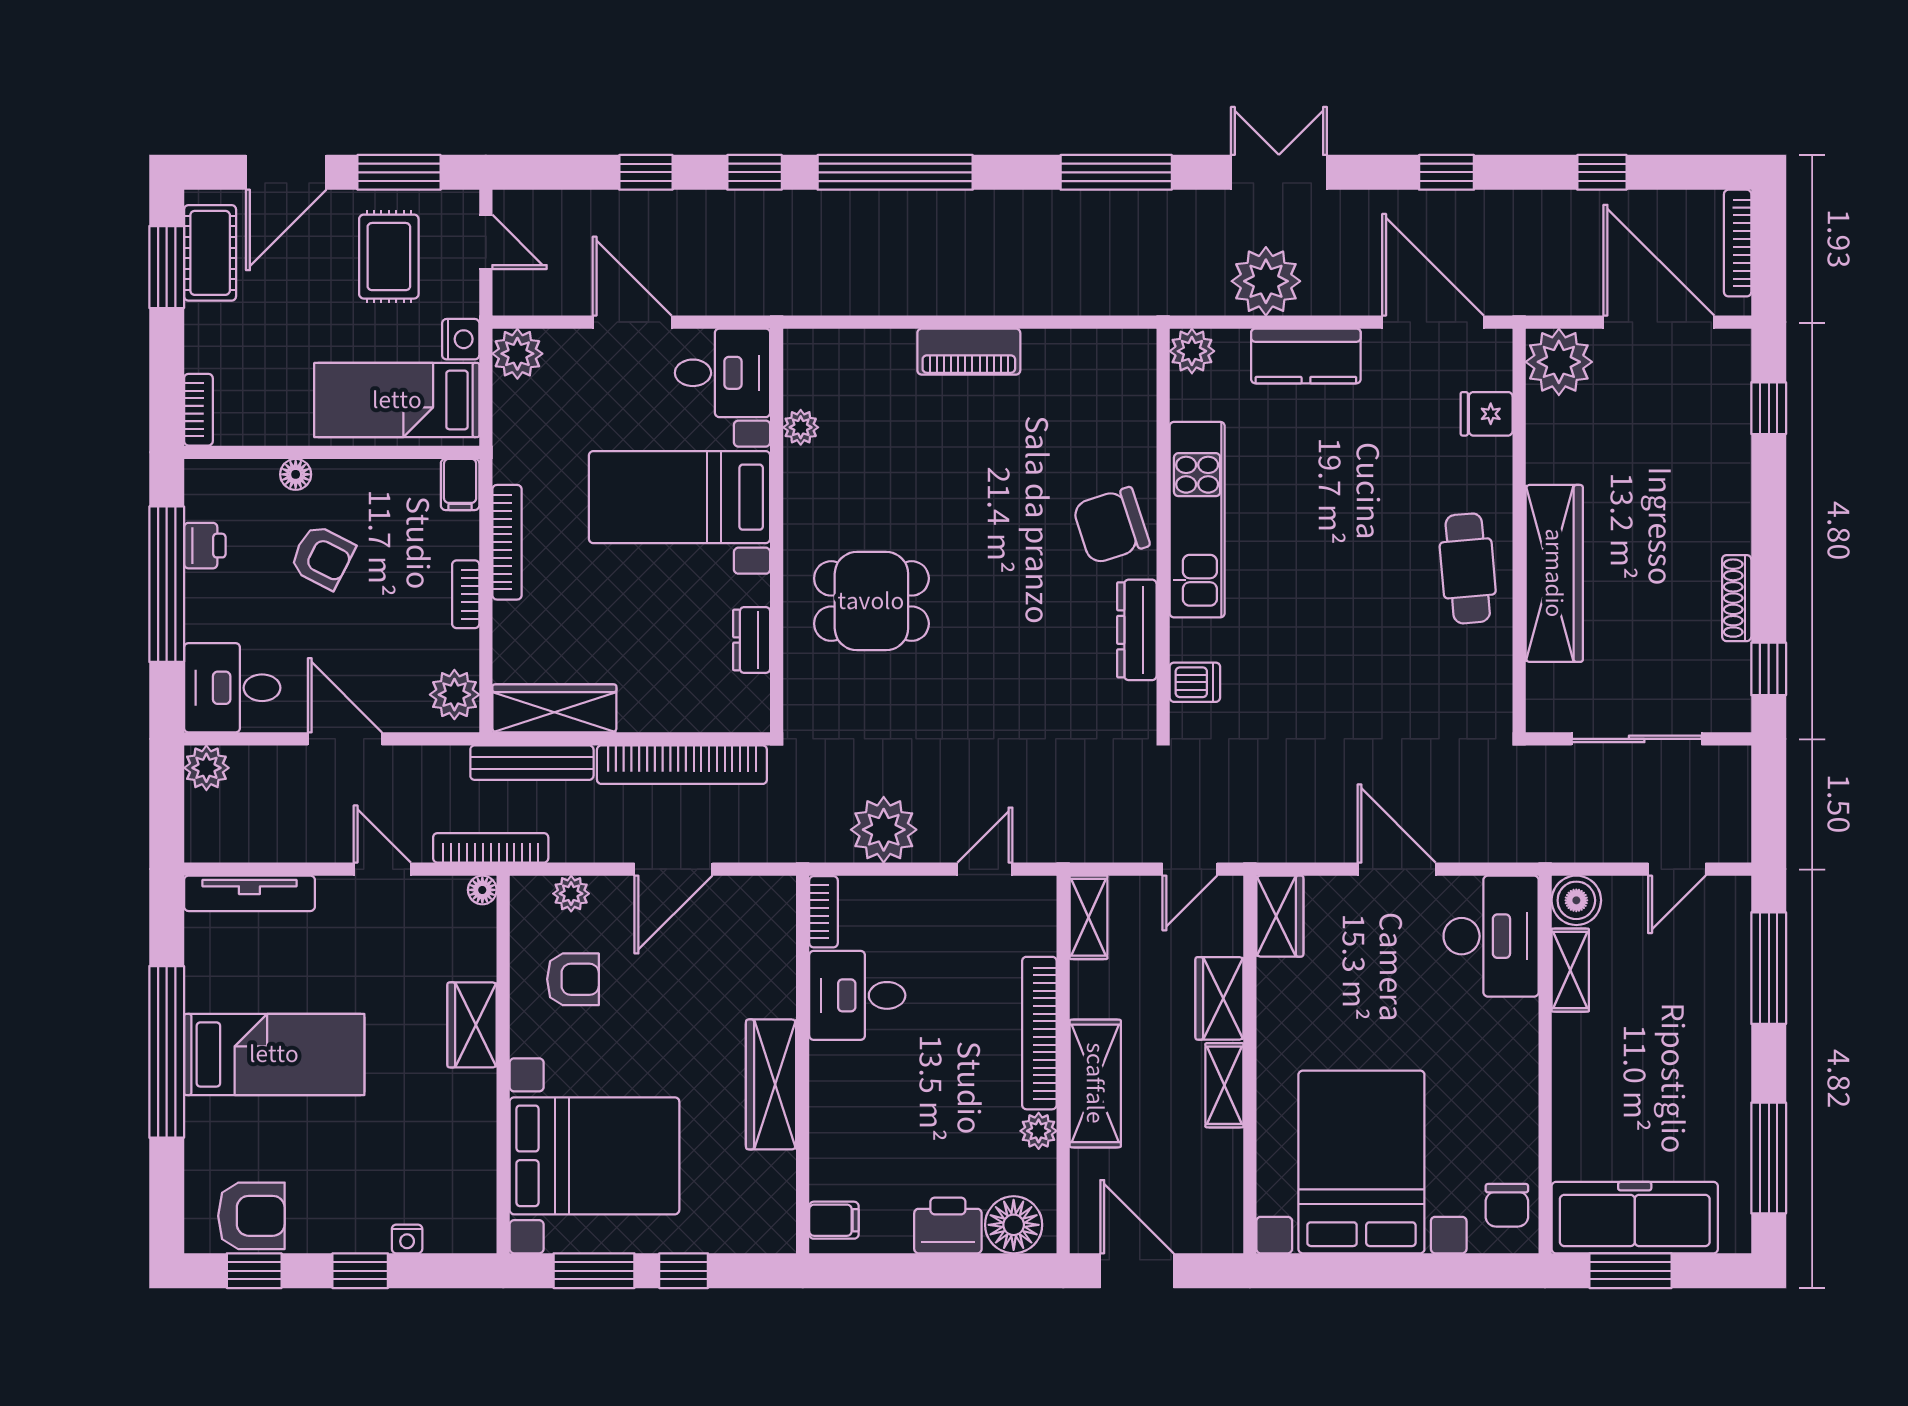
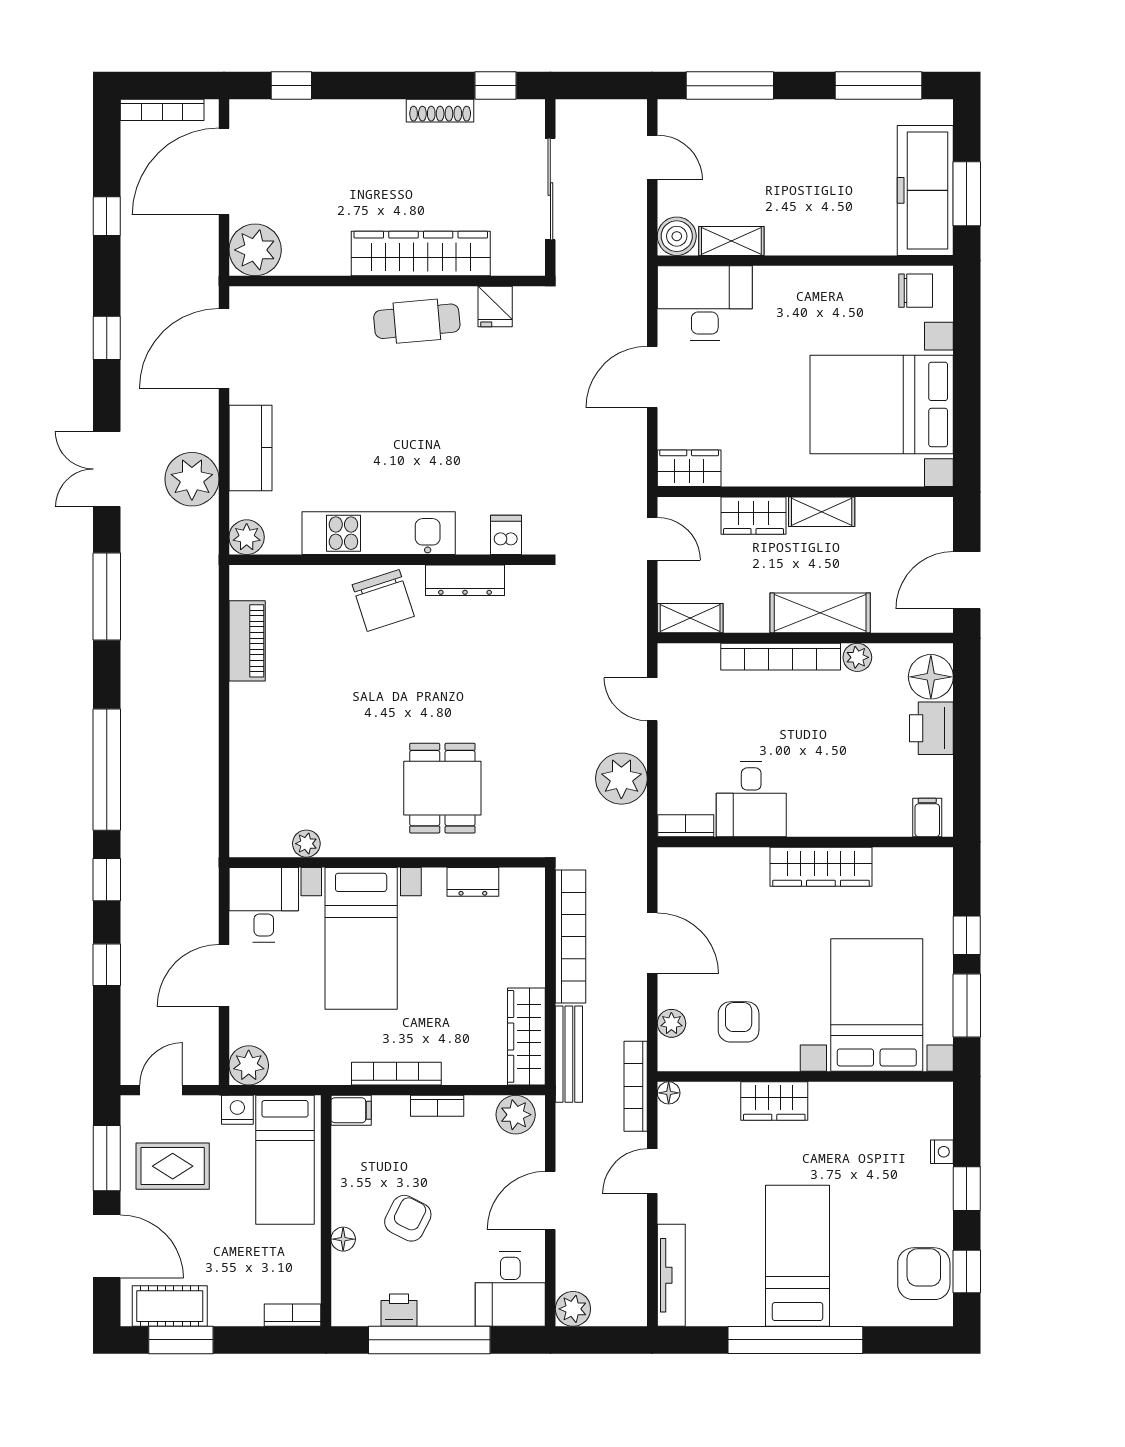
piano: (969, 352) -> (247, 641), moved
fridge: (1487, 414) -> (495, 306), moved

